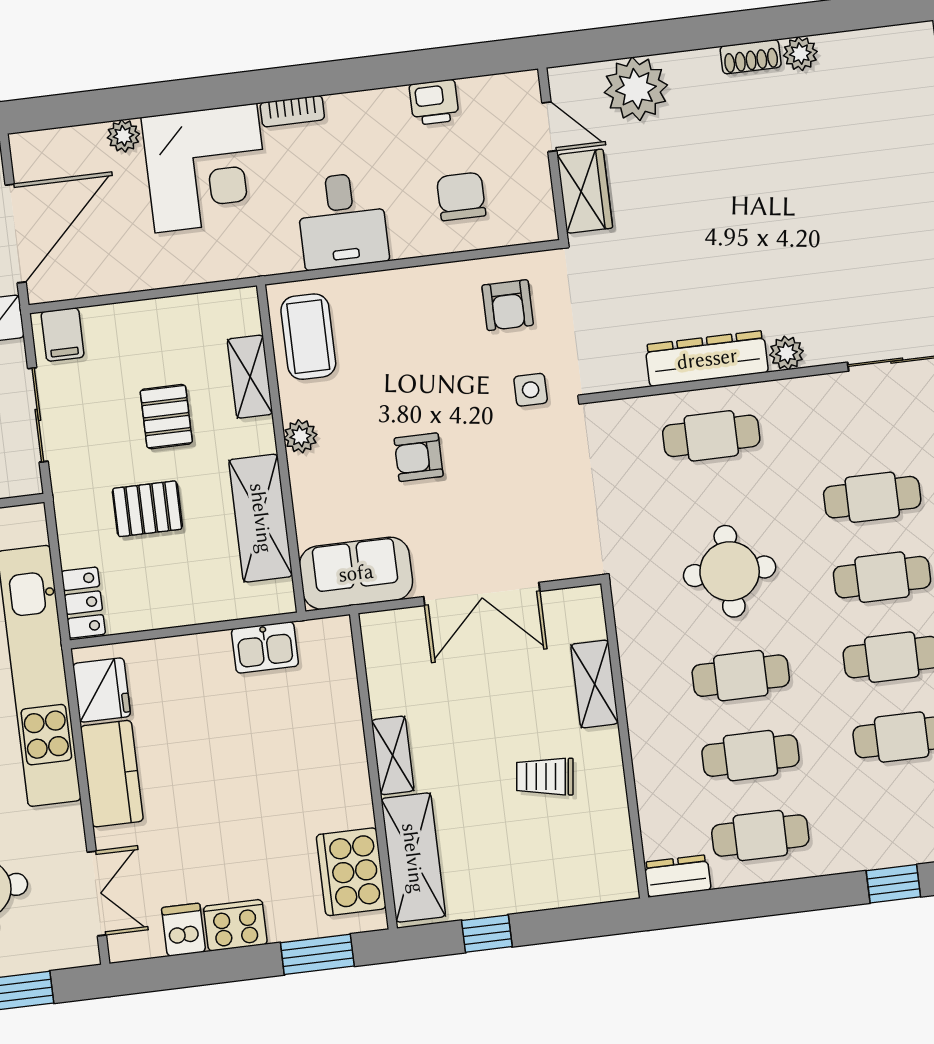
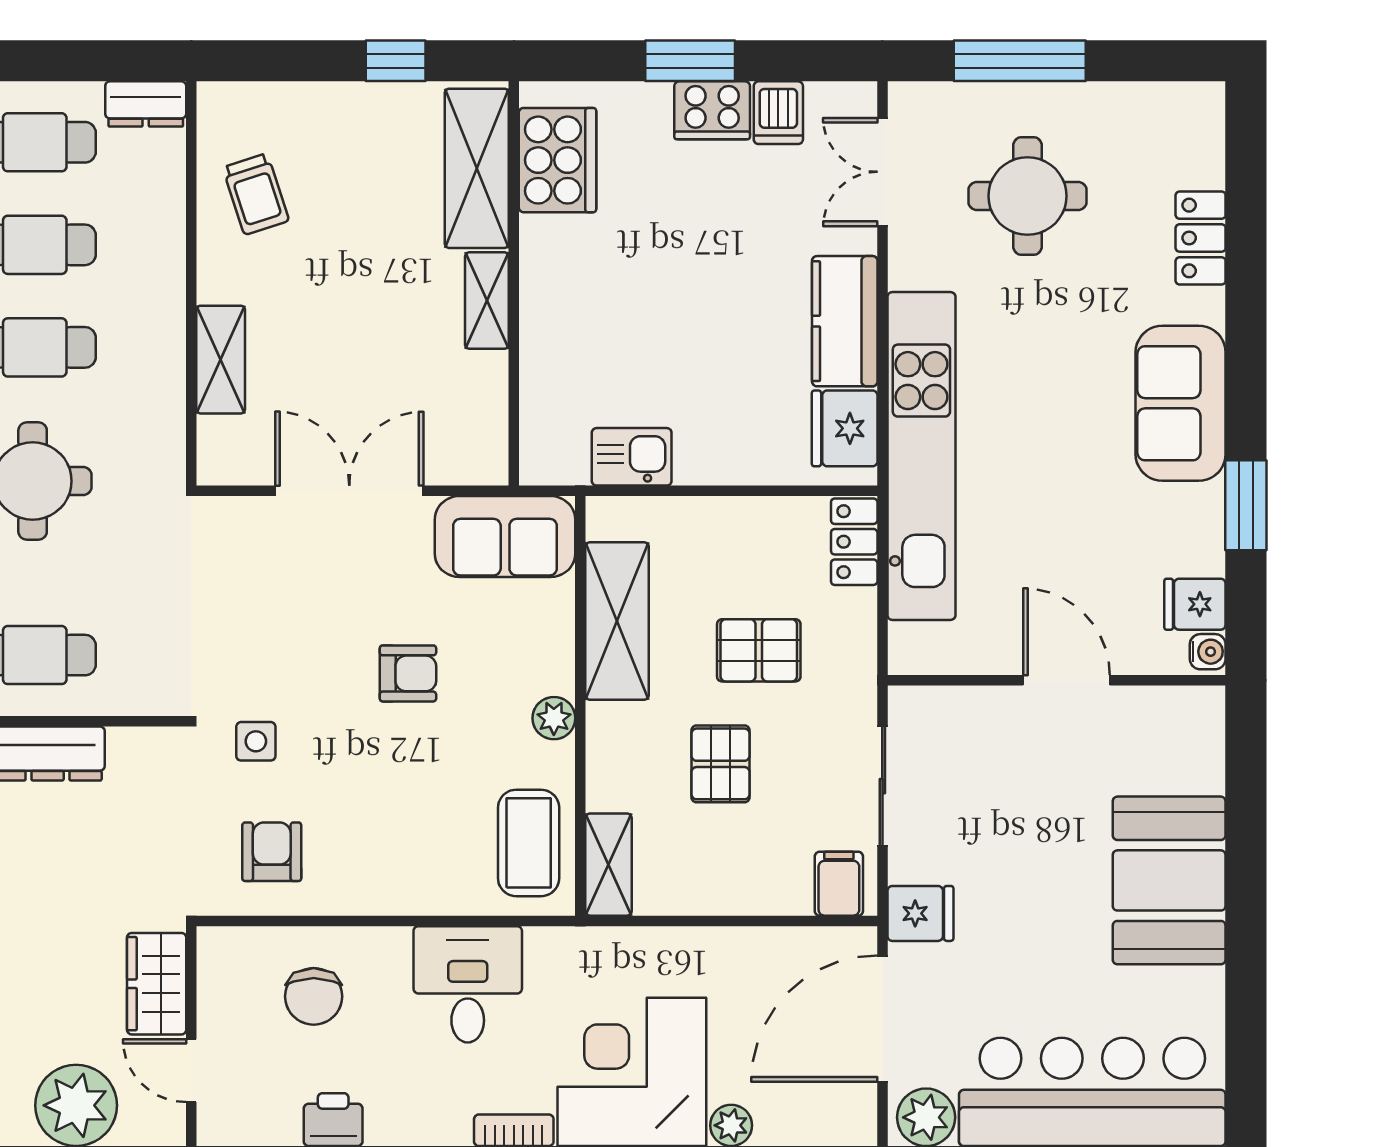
shelving: (250, 377) -> (609, 865), moved
trolley: (545, 777) -> (256, 194), moved, turned 65
window: (317, 954) -> (690, 61), moved

